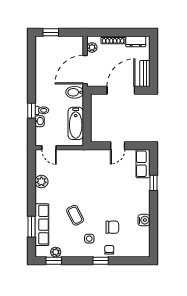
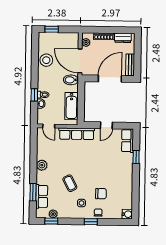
stool: (45, 69) -> (46, 60), added
door: (85, 70) -> (80, 61), hinge flipped
row of seats: (82, 156) -> (77, 134), added
plant: (41, 182) -> (42, 165), moved
water cooler: (144, 220) -> (127, 214), moved
row of seats: (42, 225) -> (42, 196), width x0.68

